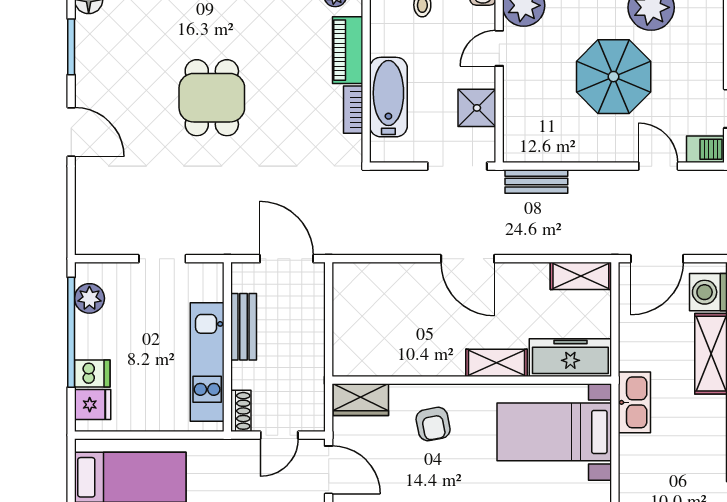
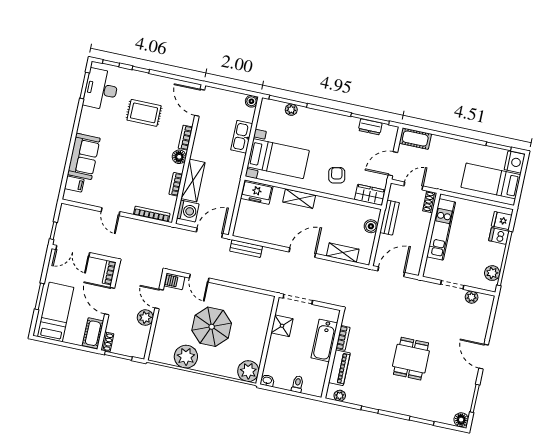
door: (499, 48) -> (265, 353), removed
bench: (536, 182) -> (246, 249), moved
plant: (119, 243) -> (472, 297), added
door: (287, 259) -> (391, 272), swing flipped
door: (468, 259) -> (302, 253), hinge flipped
shelving: (581, 276) -> (343, 253), moved
bench: (244, 327) -> (390, 218), moved
boiler: (345, 339) -> (371, 226), added
freezer: (570, 358) -> (257, 192), width x0.71
kitchen sink: (634, 402) -> (242, 137), moved
door: (329, 470) -> (393, 164), hinge flipped

